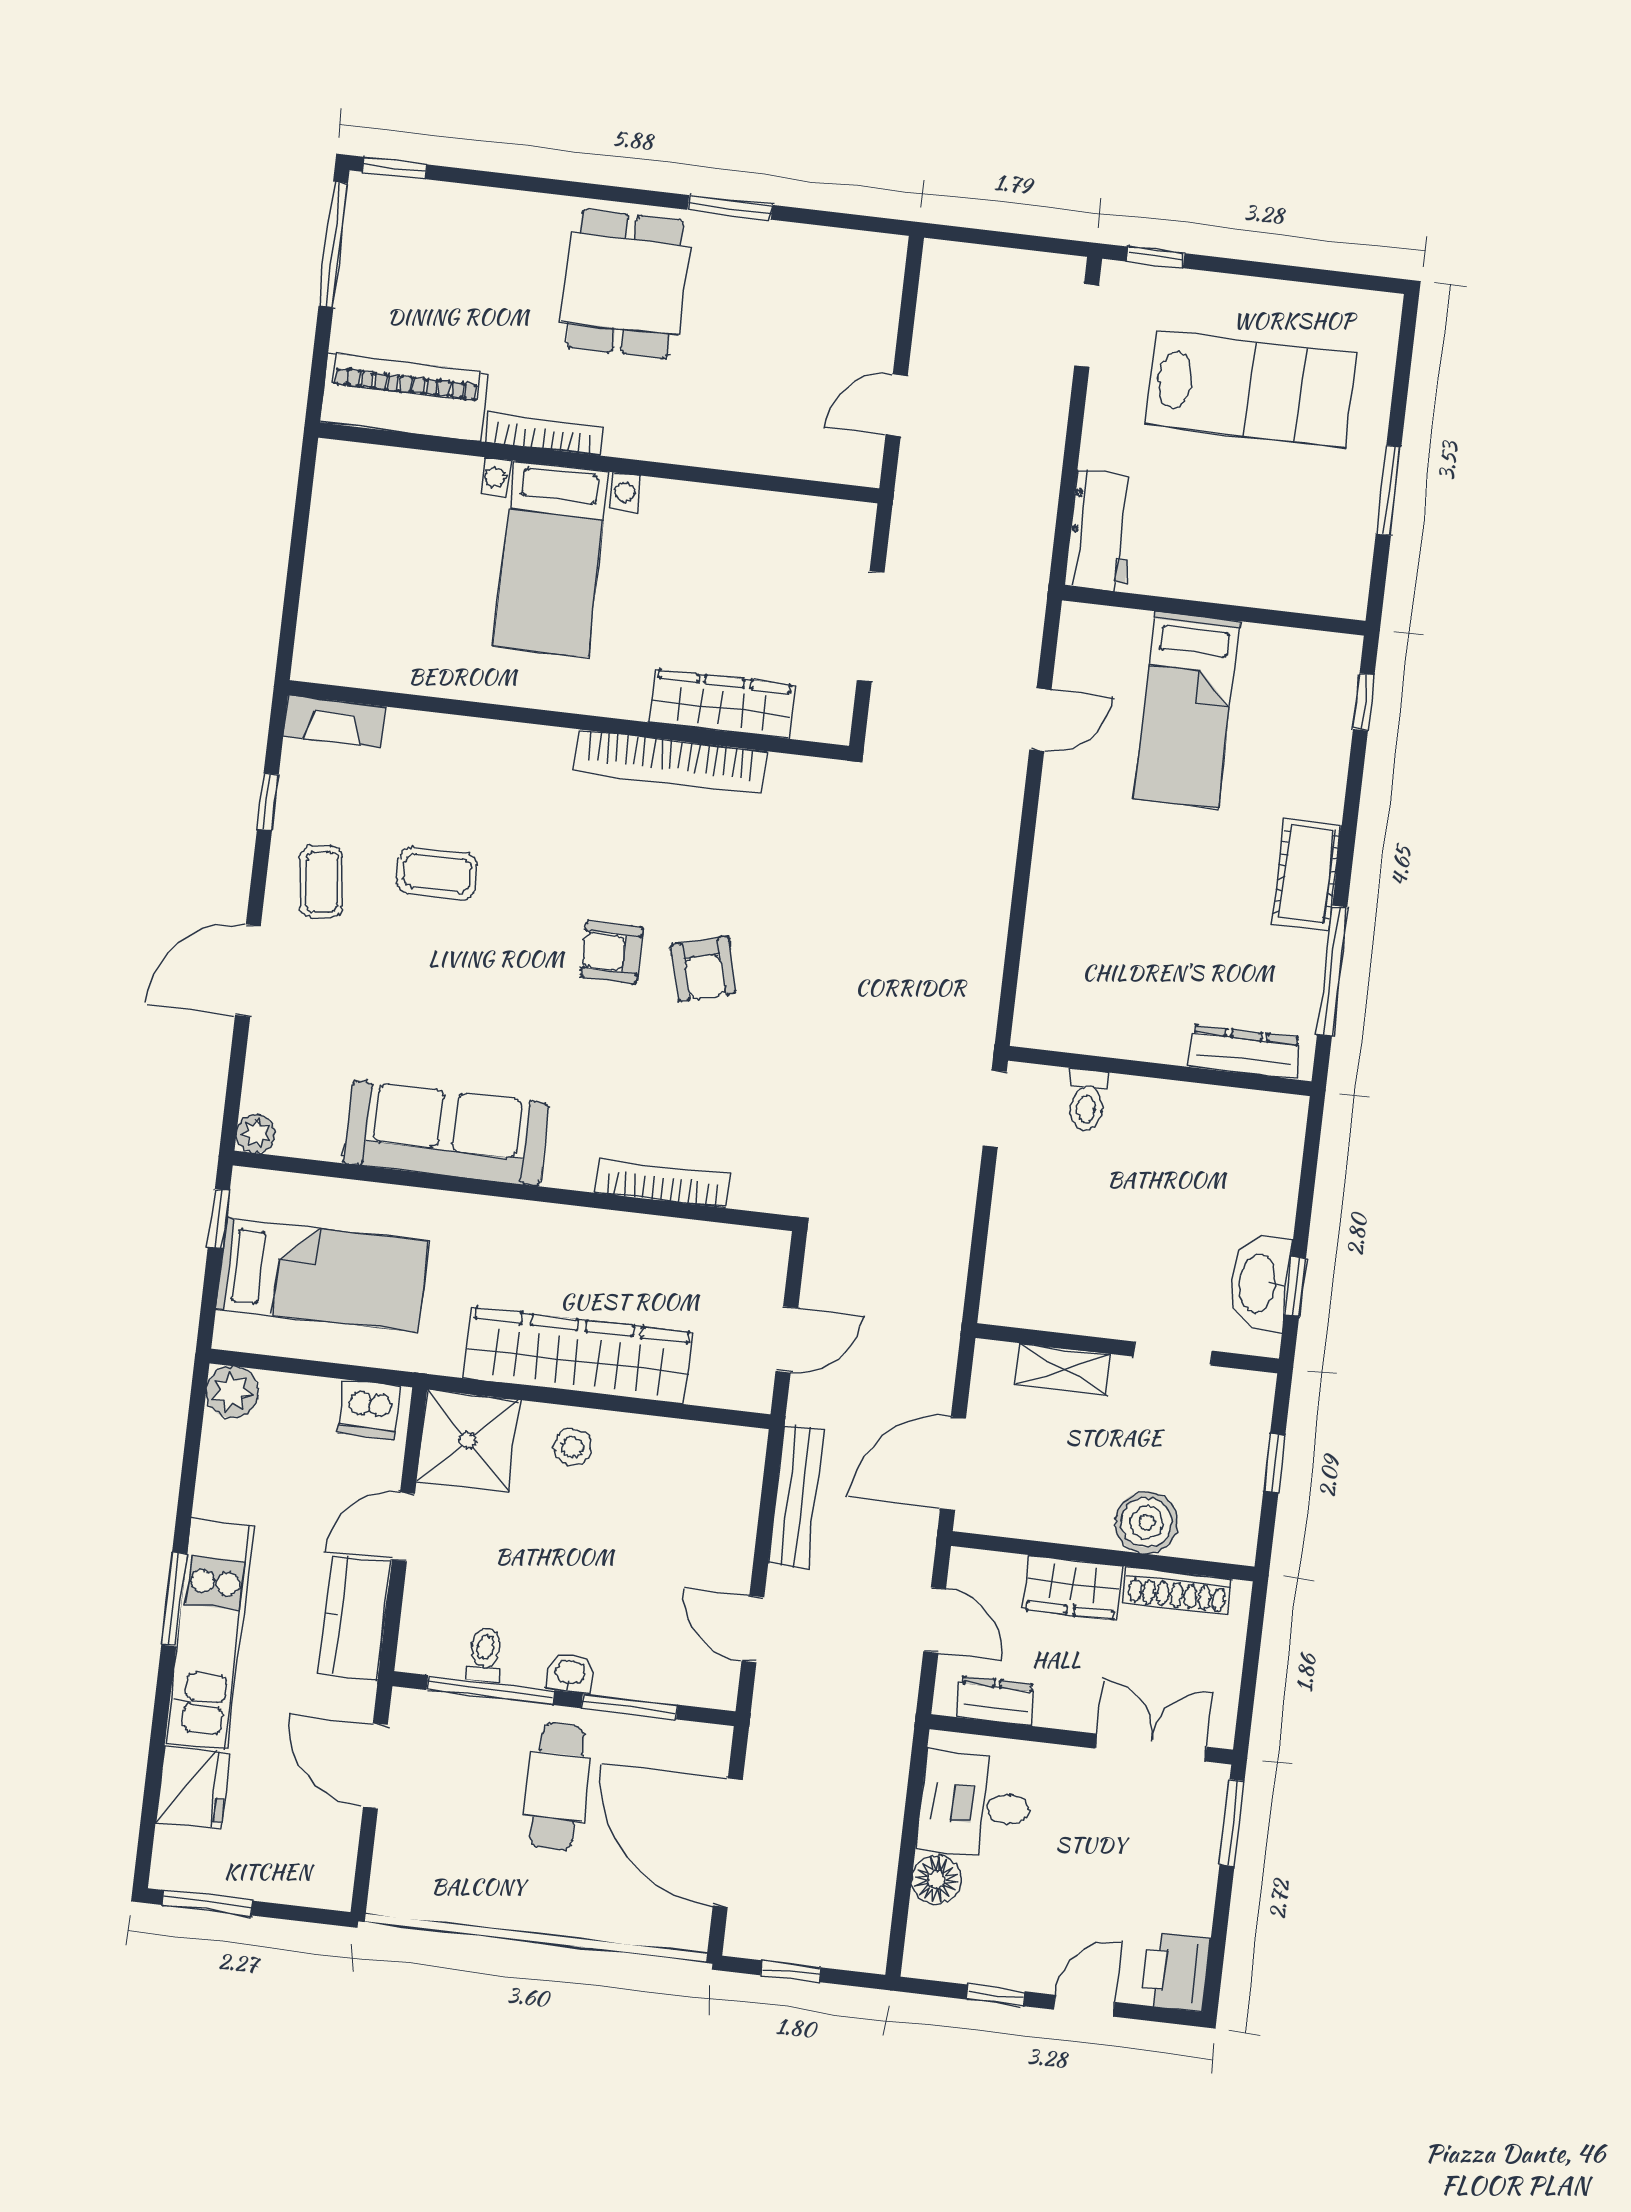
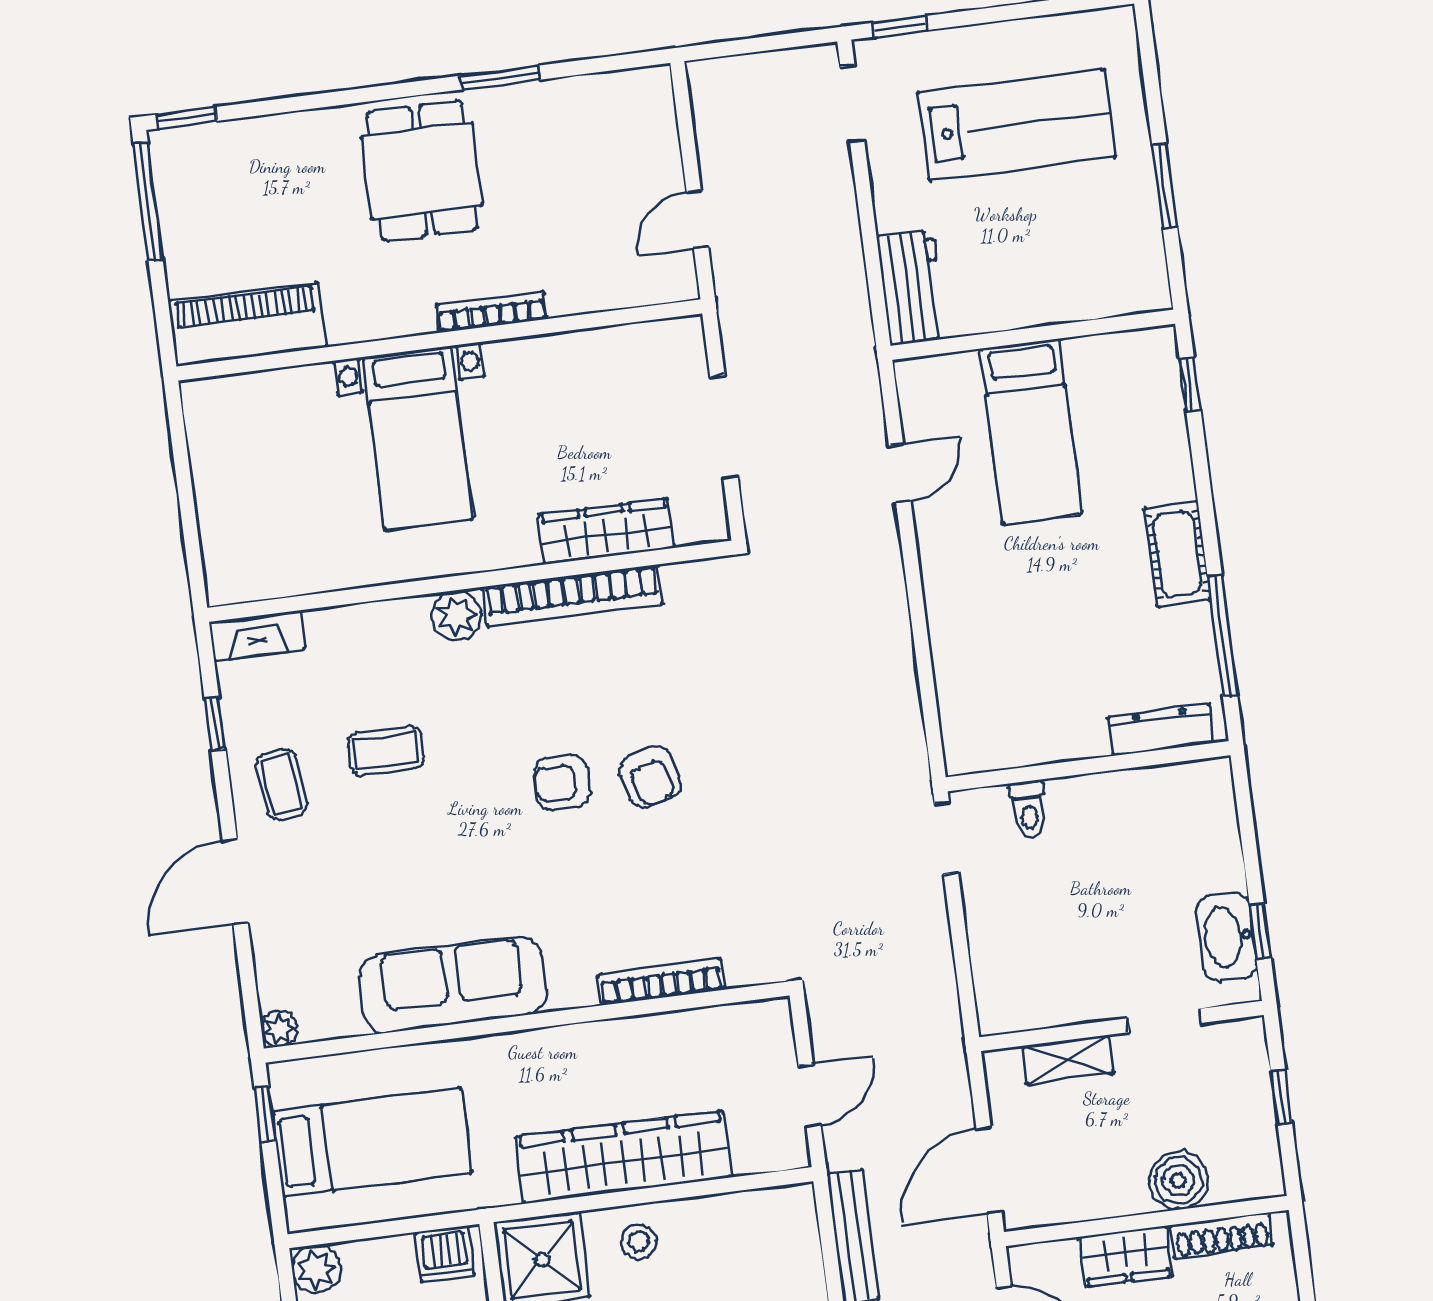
bookcase: (544, 434) -> (492, 312), moved
plant: (546, 752) -> (457, 615), added

